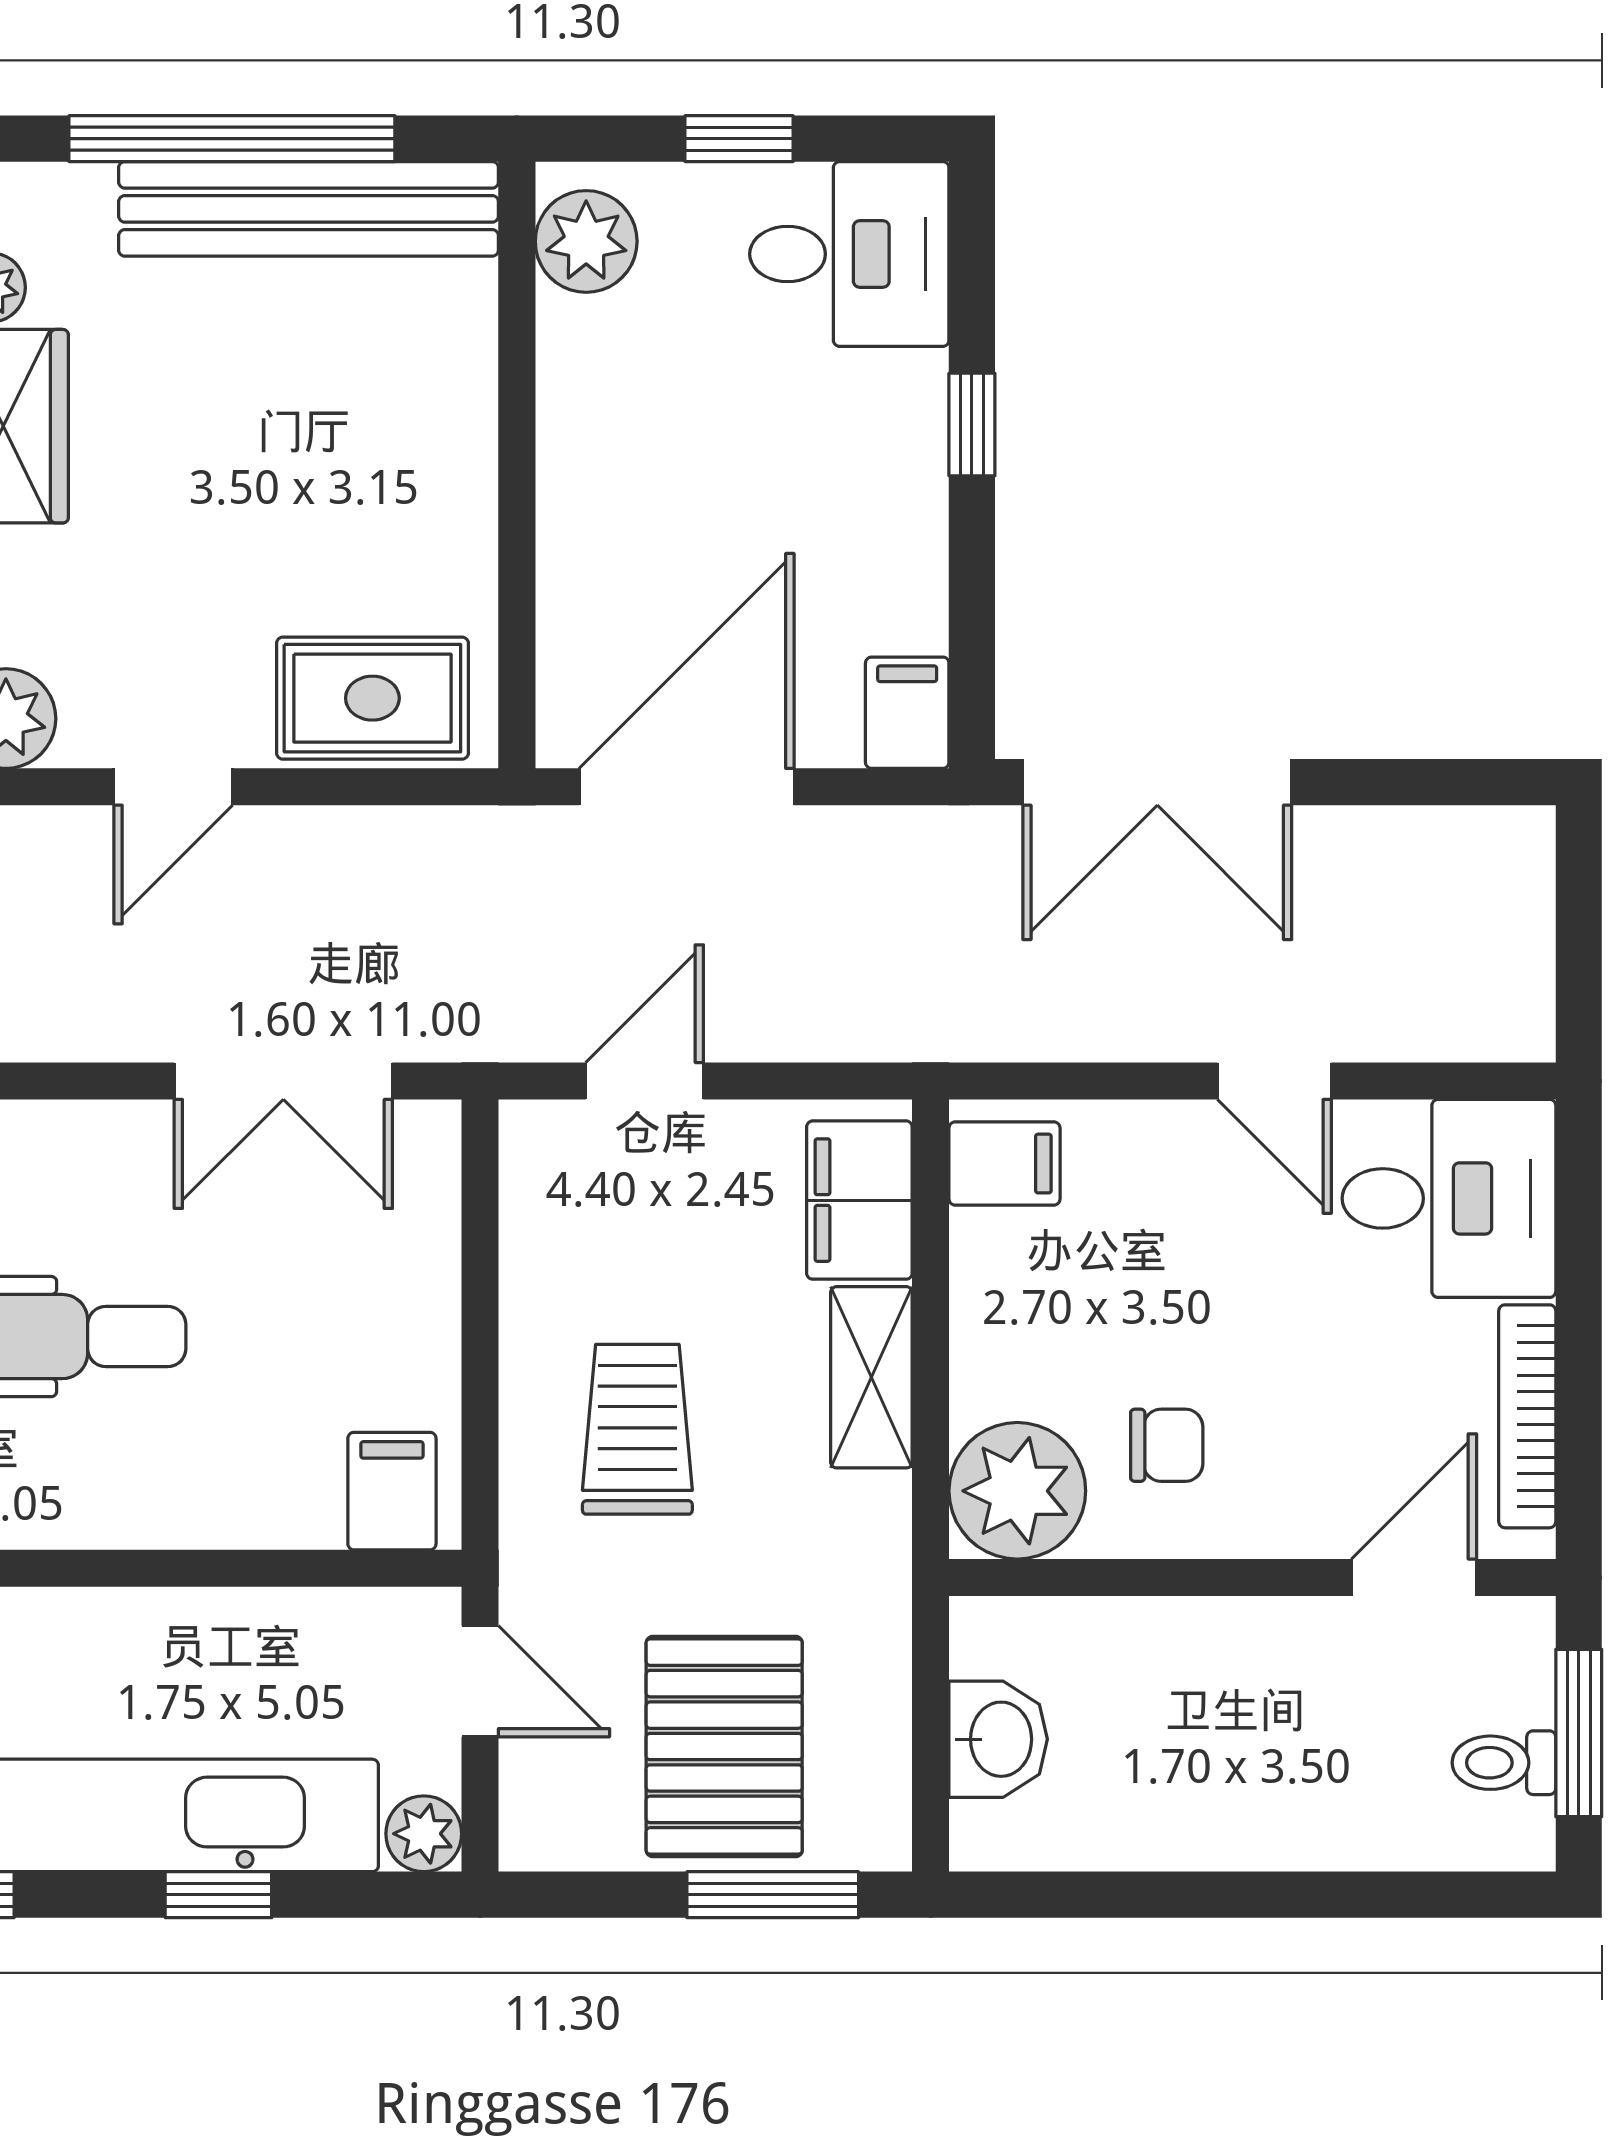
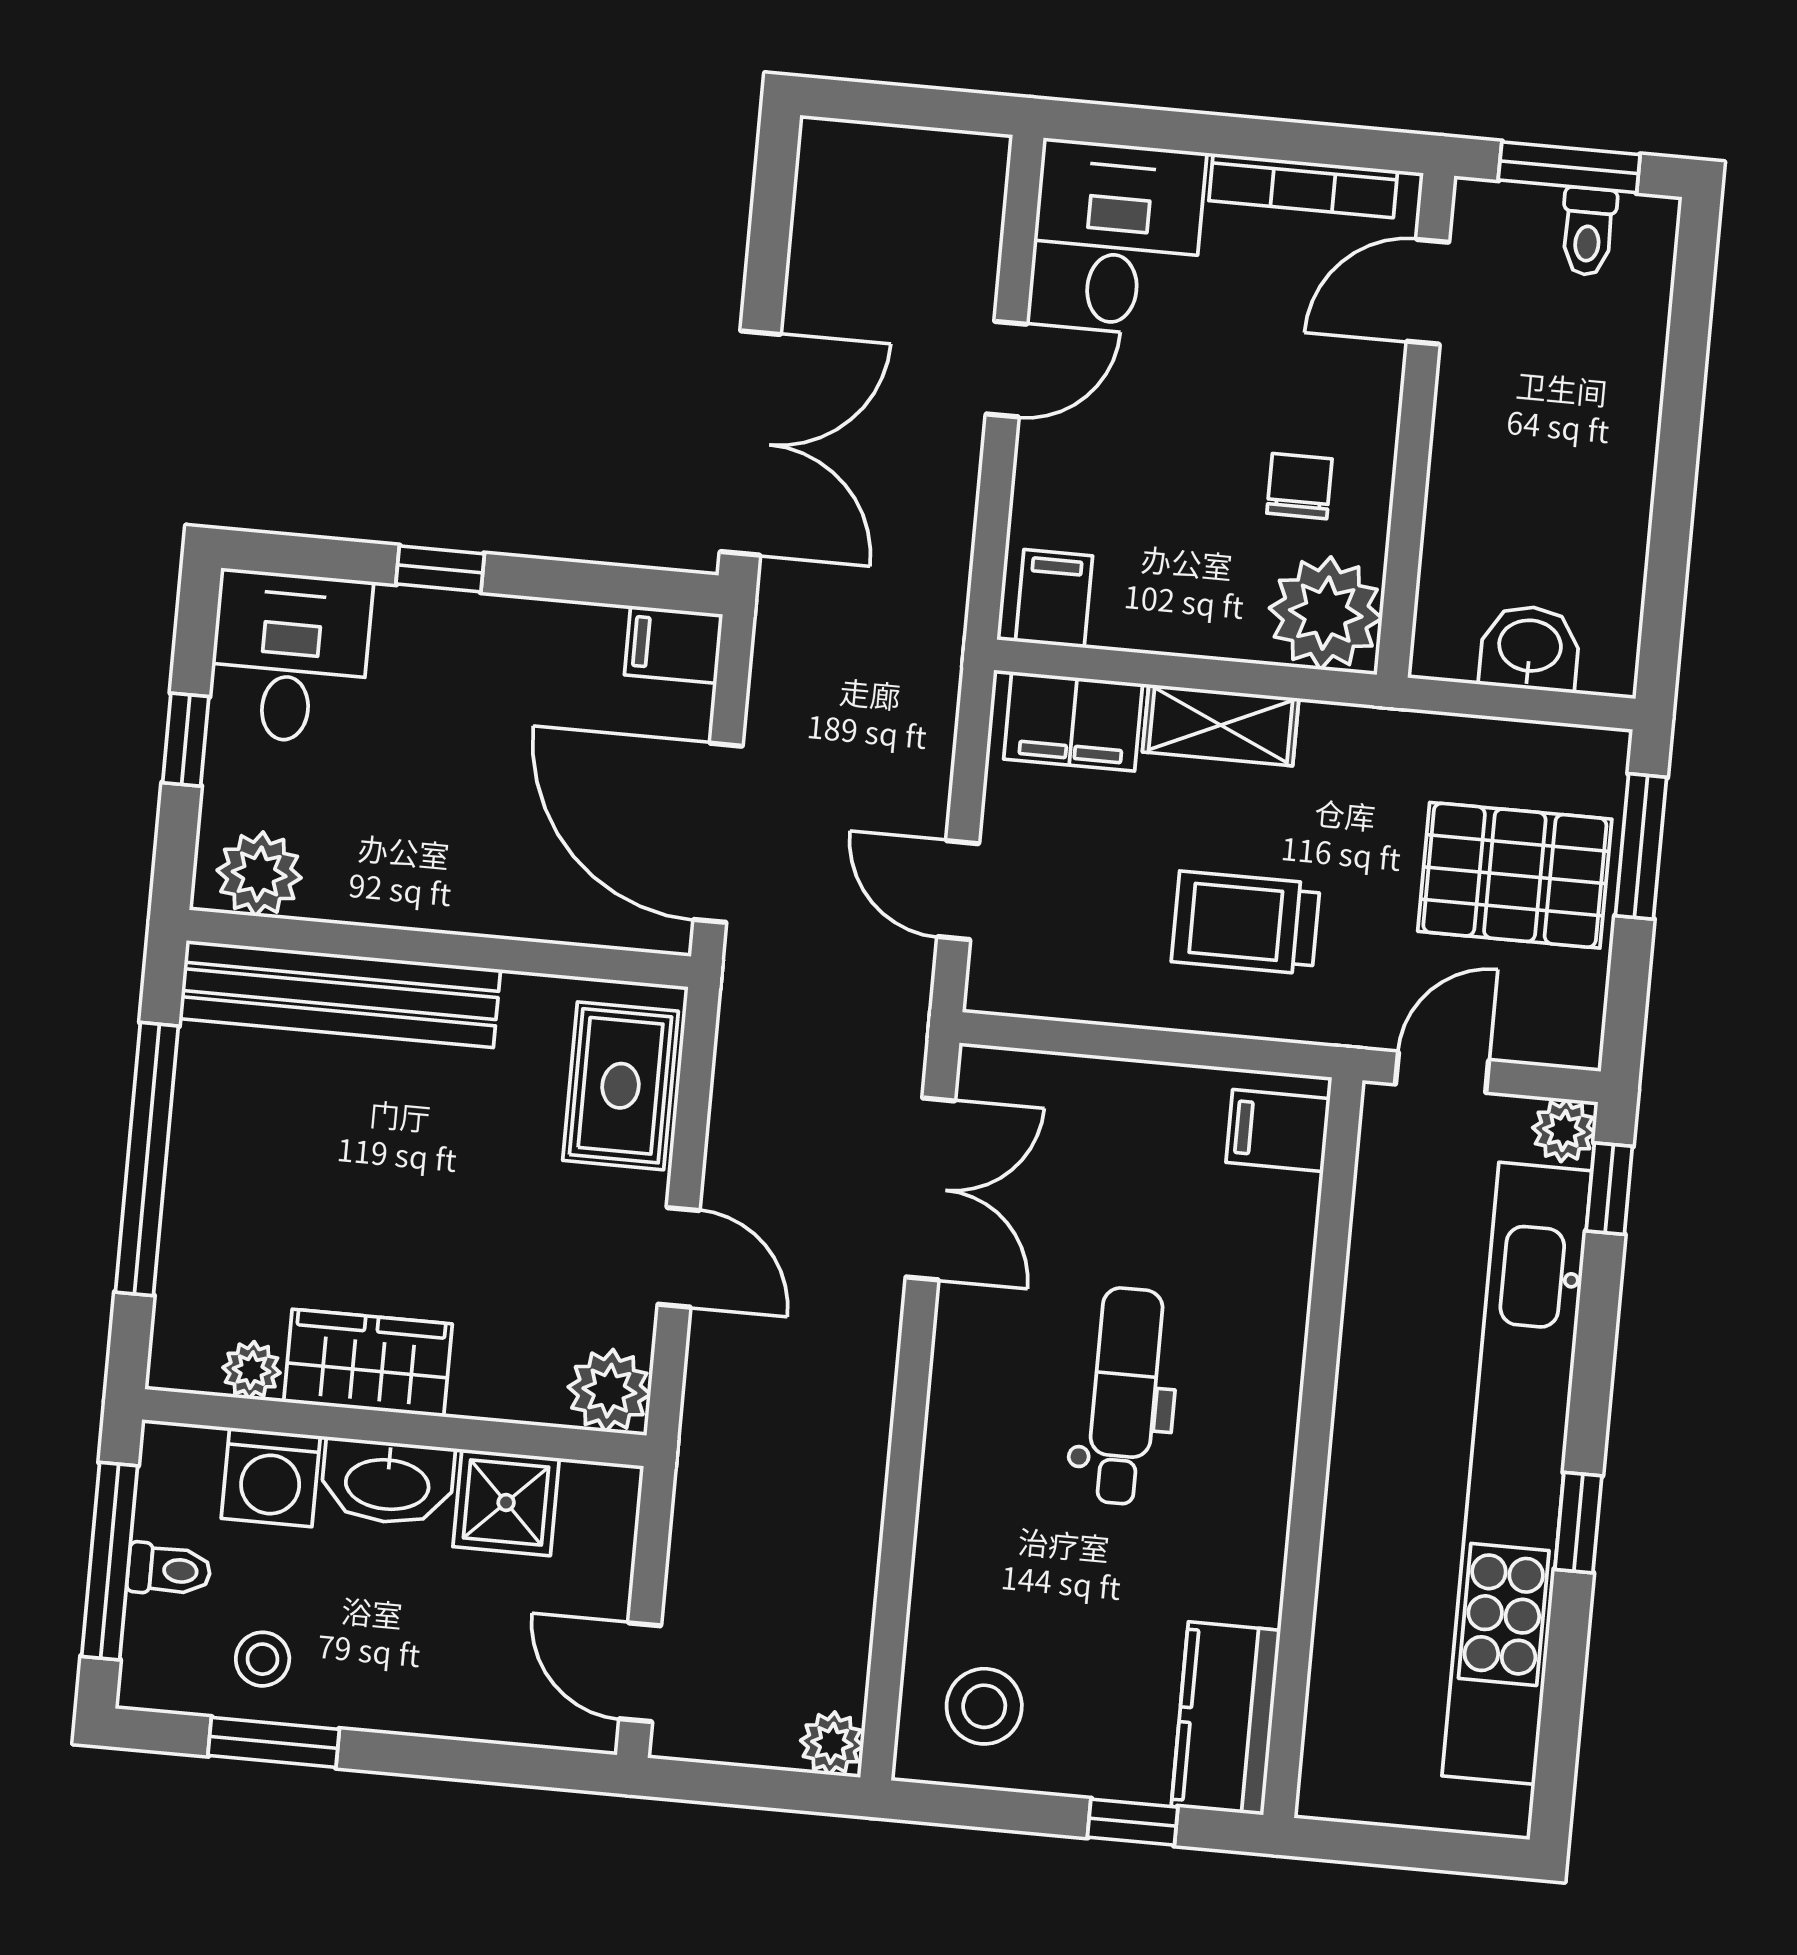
bench: (309, 209) -> (340, 994), moved, turned 90
door: (1414, 1577) -> (1428, 292), hinge flipped
window: (218, 1895) -> (1609, 1189), moved

